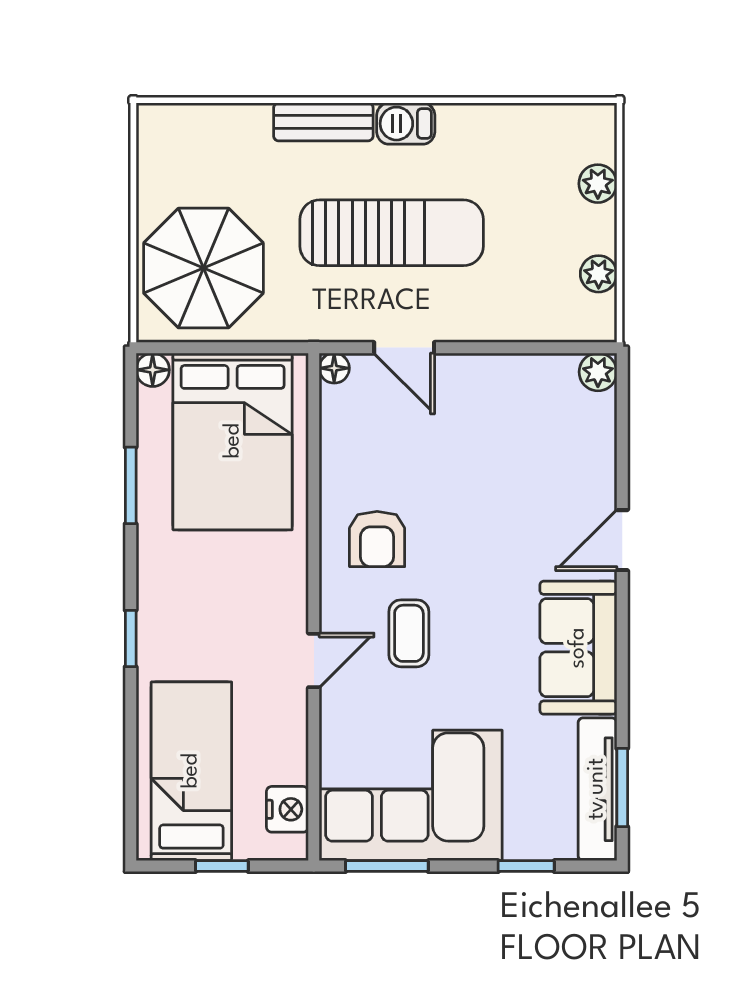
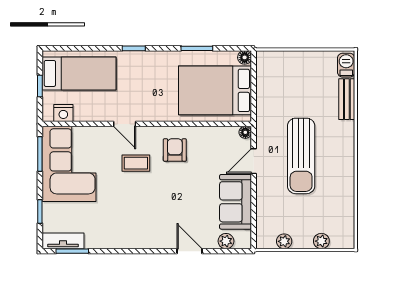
bench: (323, 122) -> (347, 99), moved
barbecue: (406, 124) -> (346, 65), moved
parasol: (203, 268) -> (287, 78), removed
plant: (598, 372) -> (226, 241), moved
armchair: (377, 539) -> (175, 150), turned 90
door: (622, 540) -> (189, 251), moved
sofa: (578, 648) -> (236, 202), moved, turned -90
tv unit: (597, 789) -> (63, 241), width x0.71

